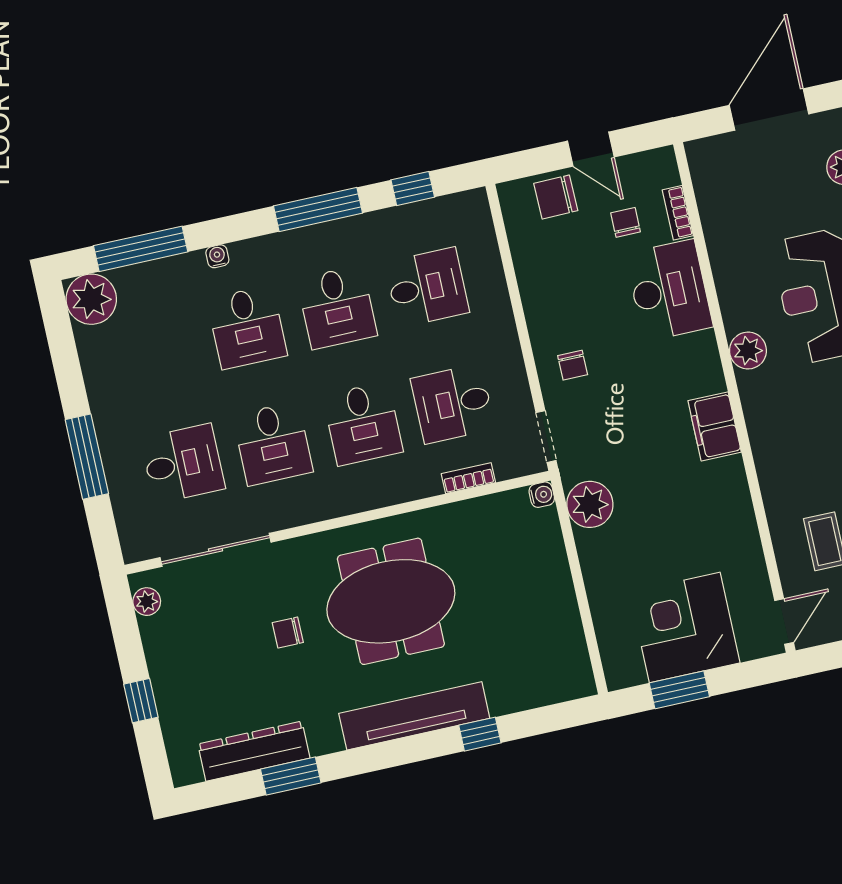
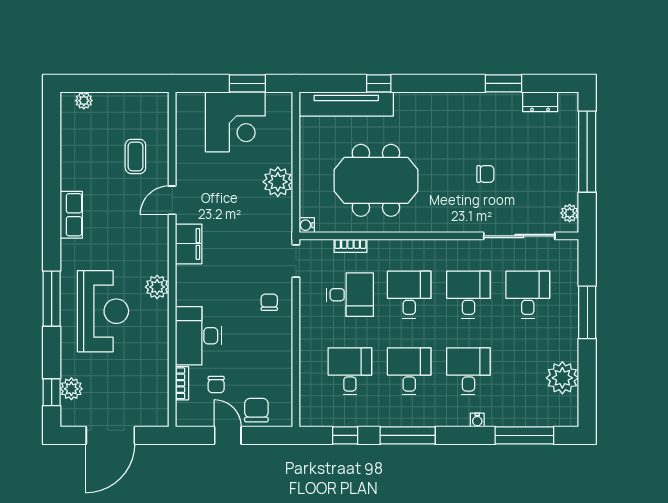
chair: (556, 197) -> (256, 410), turned -89
desk: (427, 287) -> (350, 371), turned 90
plant: (91, 299) -> (562, 378), moved
desk: (183, 464) -> (528, 295), turned 90
plant: (590, 504) -> (278, 182), moved
meeting table: (391, 601) -> (376, 180), moved
door: (784, 621) -> (172, 200), moved
window: (141, 701) -> (587, 152), width x3.17
tv unit: (414, 716) -> (346, 104), moved
dresser: (254, 751) -> (540, 102), width x0.51, depth x0.80

